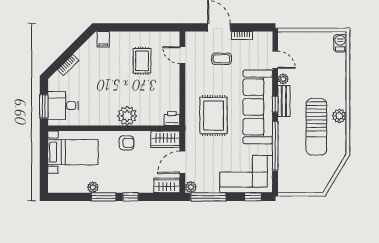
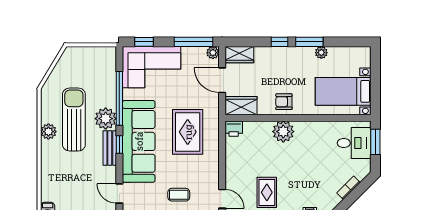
plant: (283, 79) -> (106, 119), moved, width x1.87, depth x1.87
door: (182, 162) -> (222, 80), swing flipped

